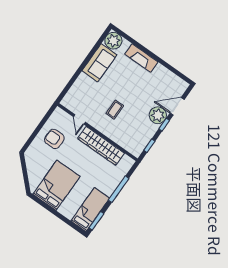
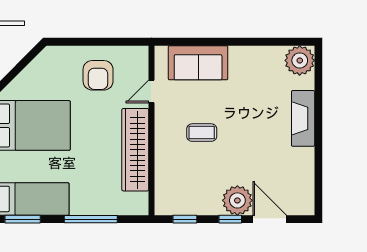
sofa: (99, 63) -> (198, 63), moved
armchair: (54, 139) -> (98, 75), turned 180

